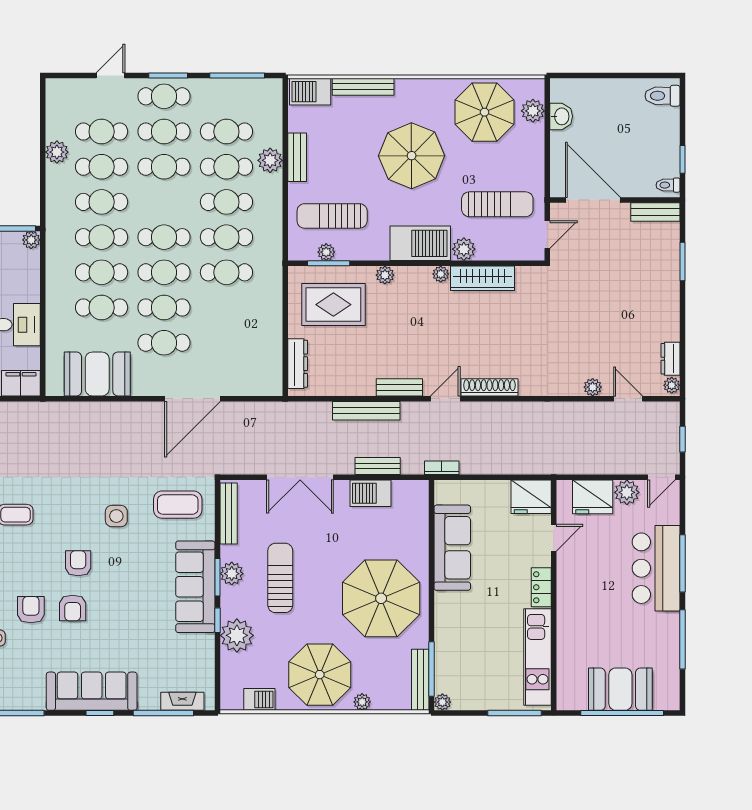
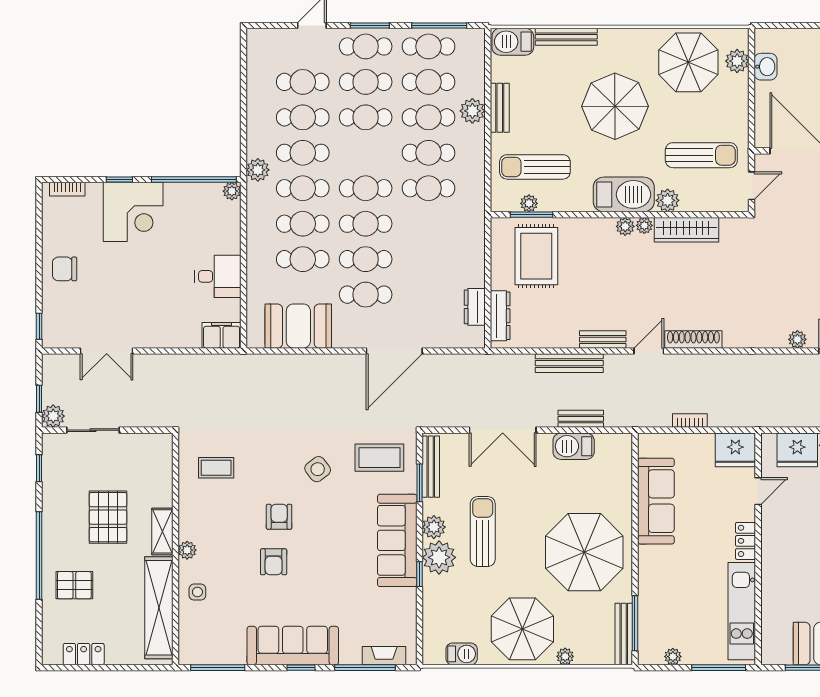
plant: (57, 152) -> (258, 170), moved
cafe table: (226, 272) -> (429, 46), moved
plant: (385, 275) -> (625, 226), moved
rug: (333, 305) -> (536, 256), turned 90
dresser: (272, 355) -> (475, 307), added
bookcase: (442, 468) -> (690, 421), moved
side table: (116, 516) -> (318, 469), turned -38
window: (217, 577) -> (419, 483), moved
armchair: (31, 610) -> (232, 563), removed
plant: (237, 635) -> (439, 557), moved
plant: (442, 702) -> (673, 657), moved

